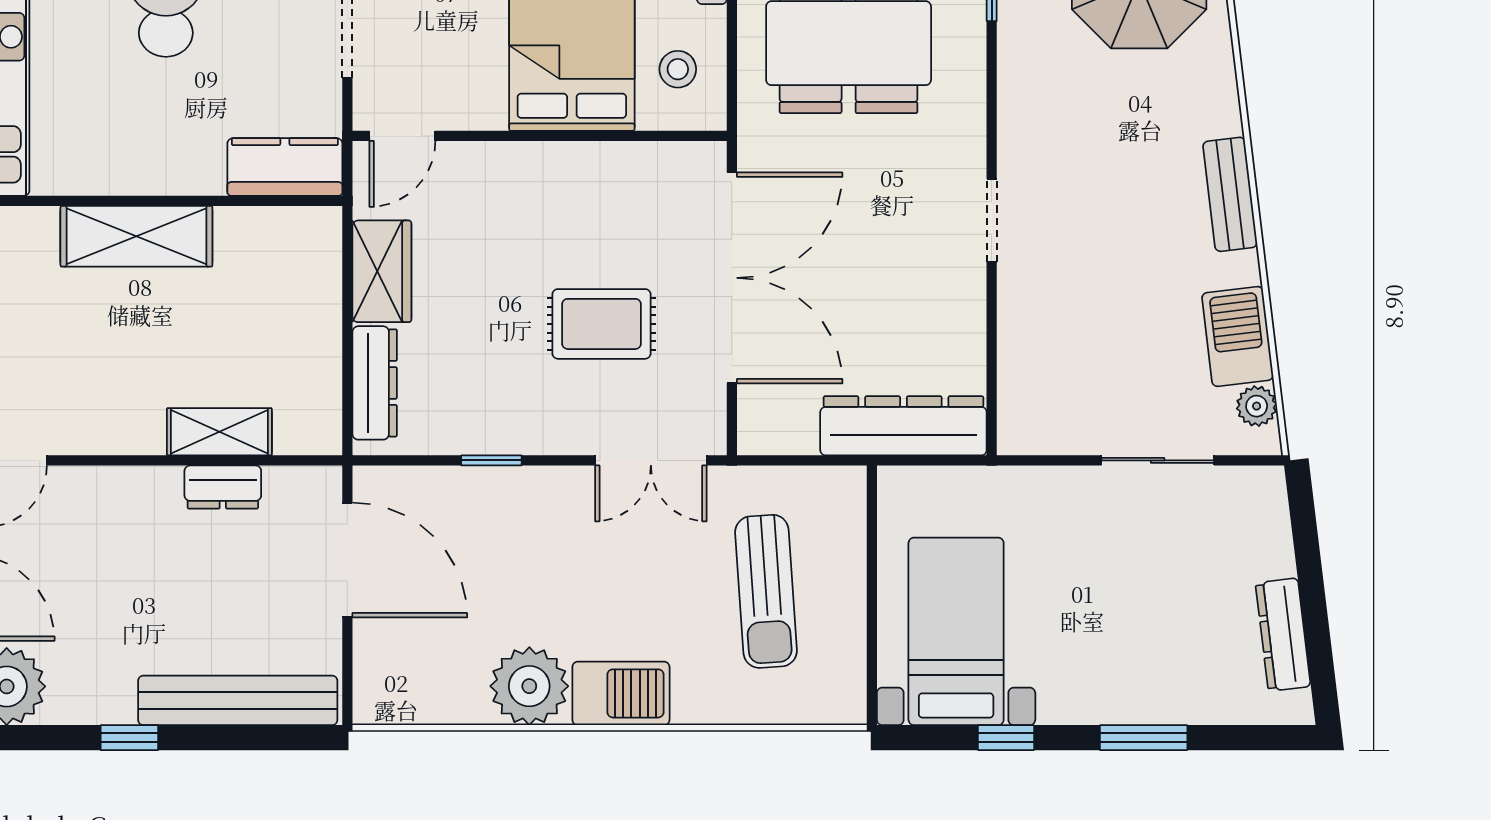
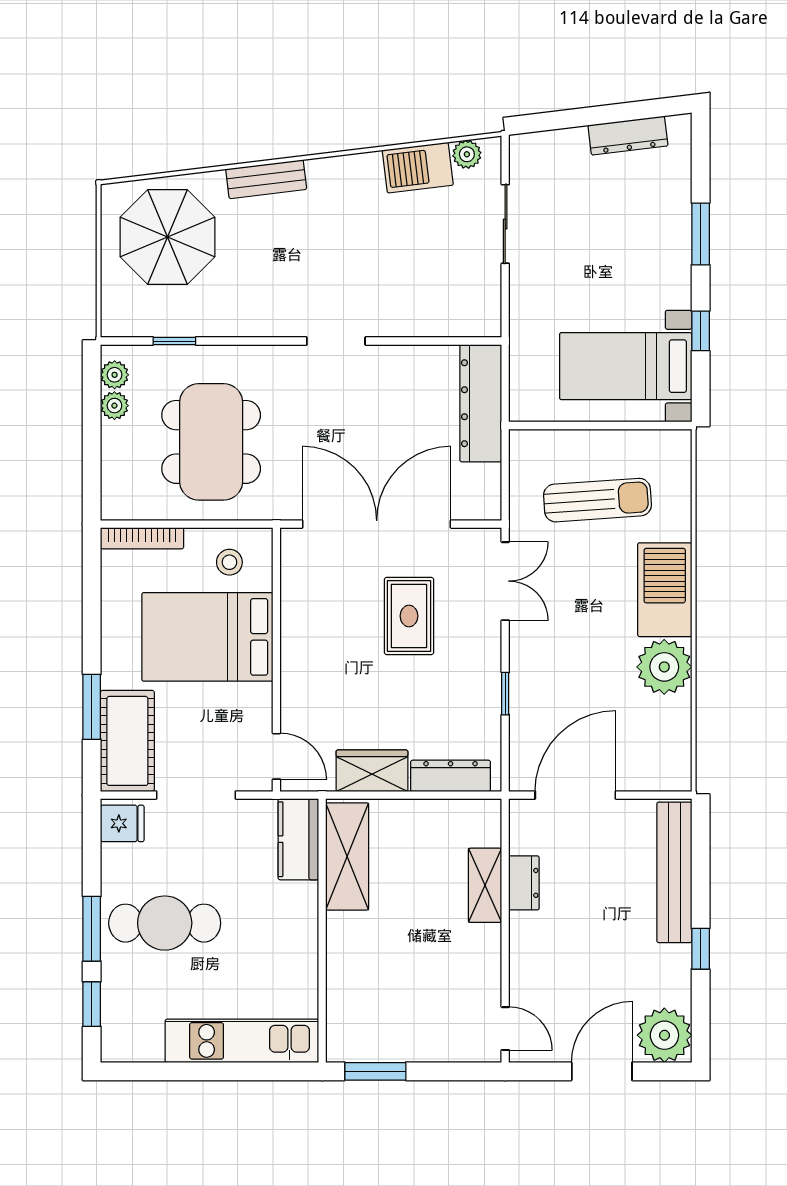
bench: (1230, 194) -> (266, 179), moved
shelving: (136, 236) -> (347, 856), moved
barbecue: (621, 693) -> (665, 590), width x1.37, depth x1.21

